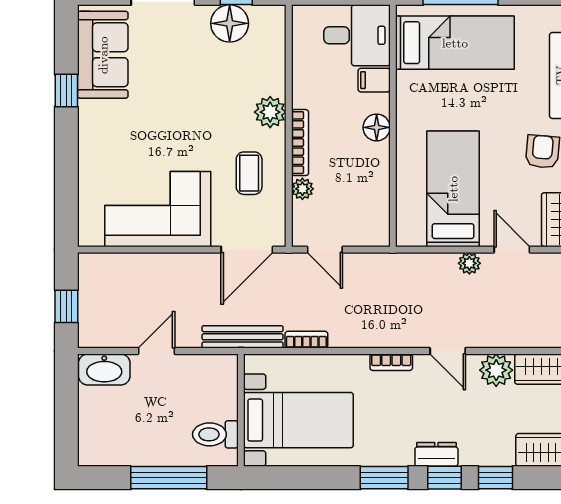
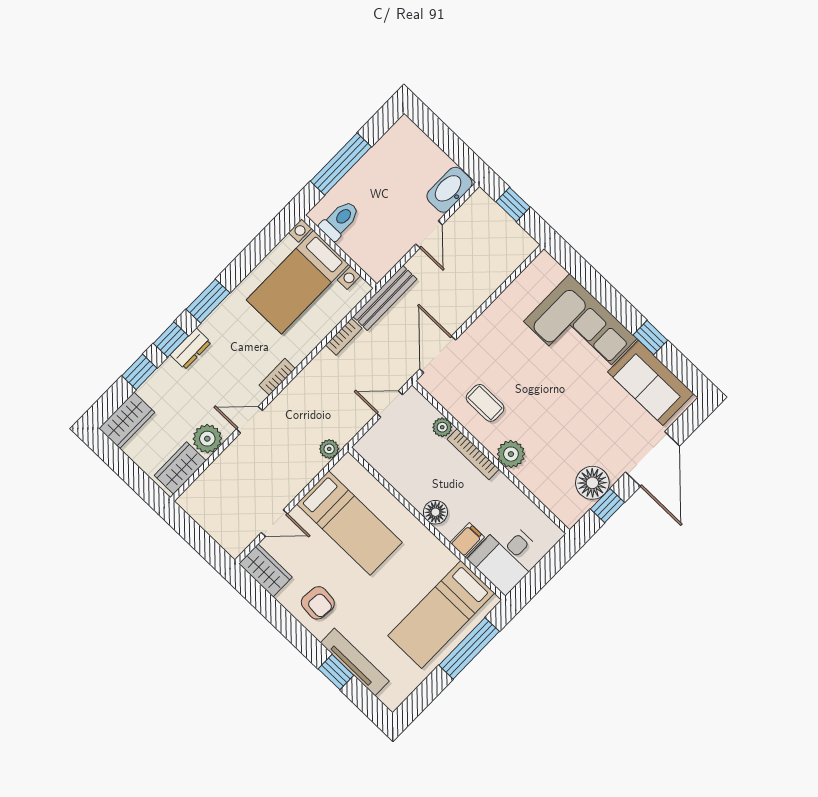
corner sofa: (158, 209) -> (580, 330), moved, turned 90
plant: (469, 263) -> (329, 449), moved

